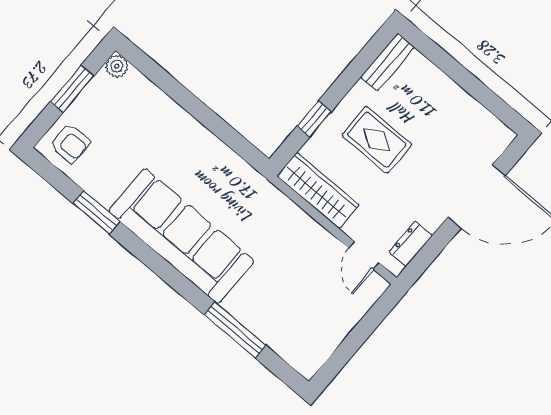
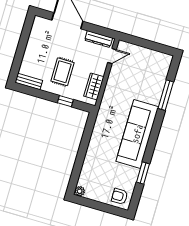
window: (72, 89) -> (97, 205), removed
armchair: (70, 143) -> (120, 196), turned -90
wardrobe: (318, 191) -> (94, 86), width x0.67
dresser: (411, 244) -> (99, 39), width x1.44

